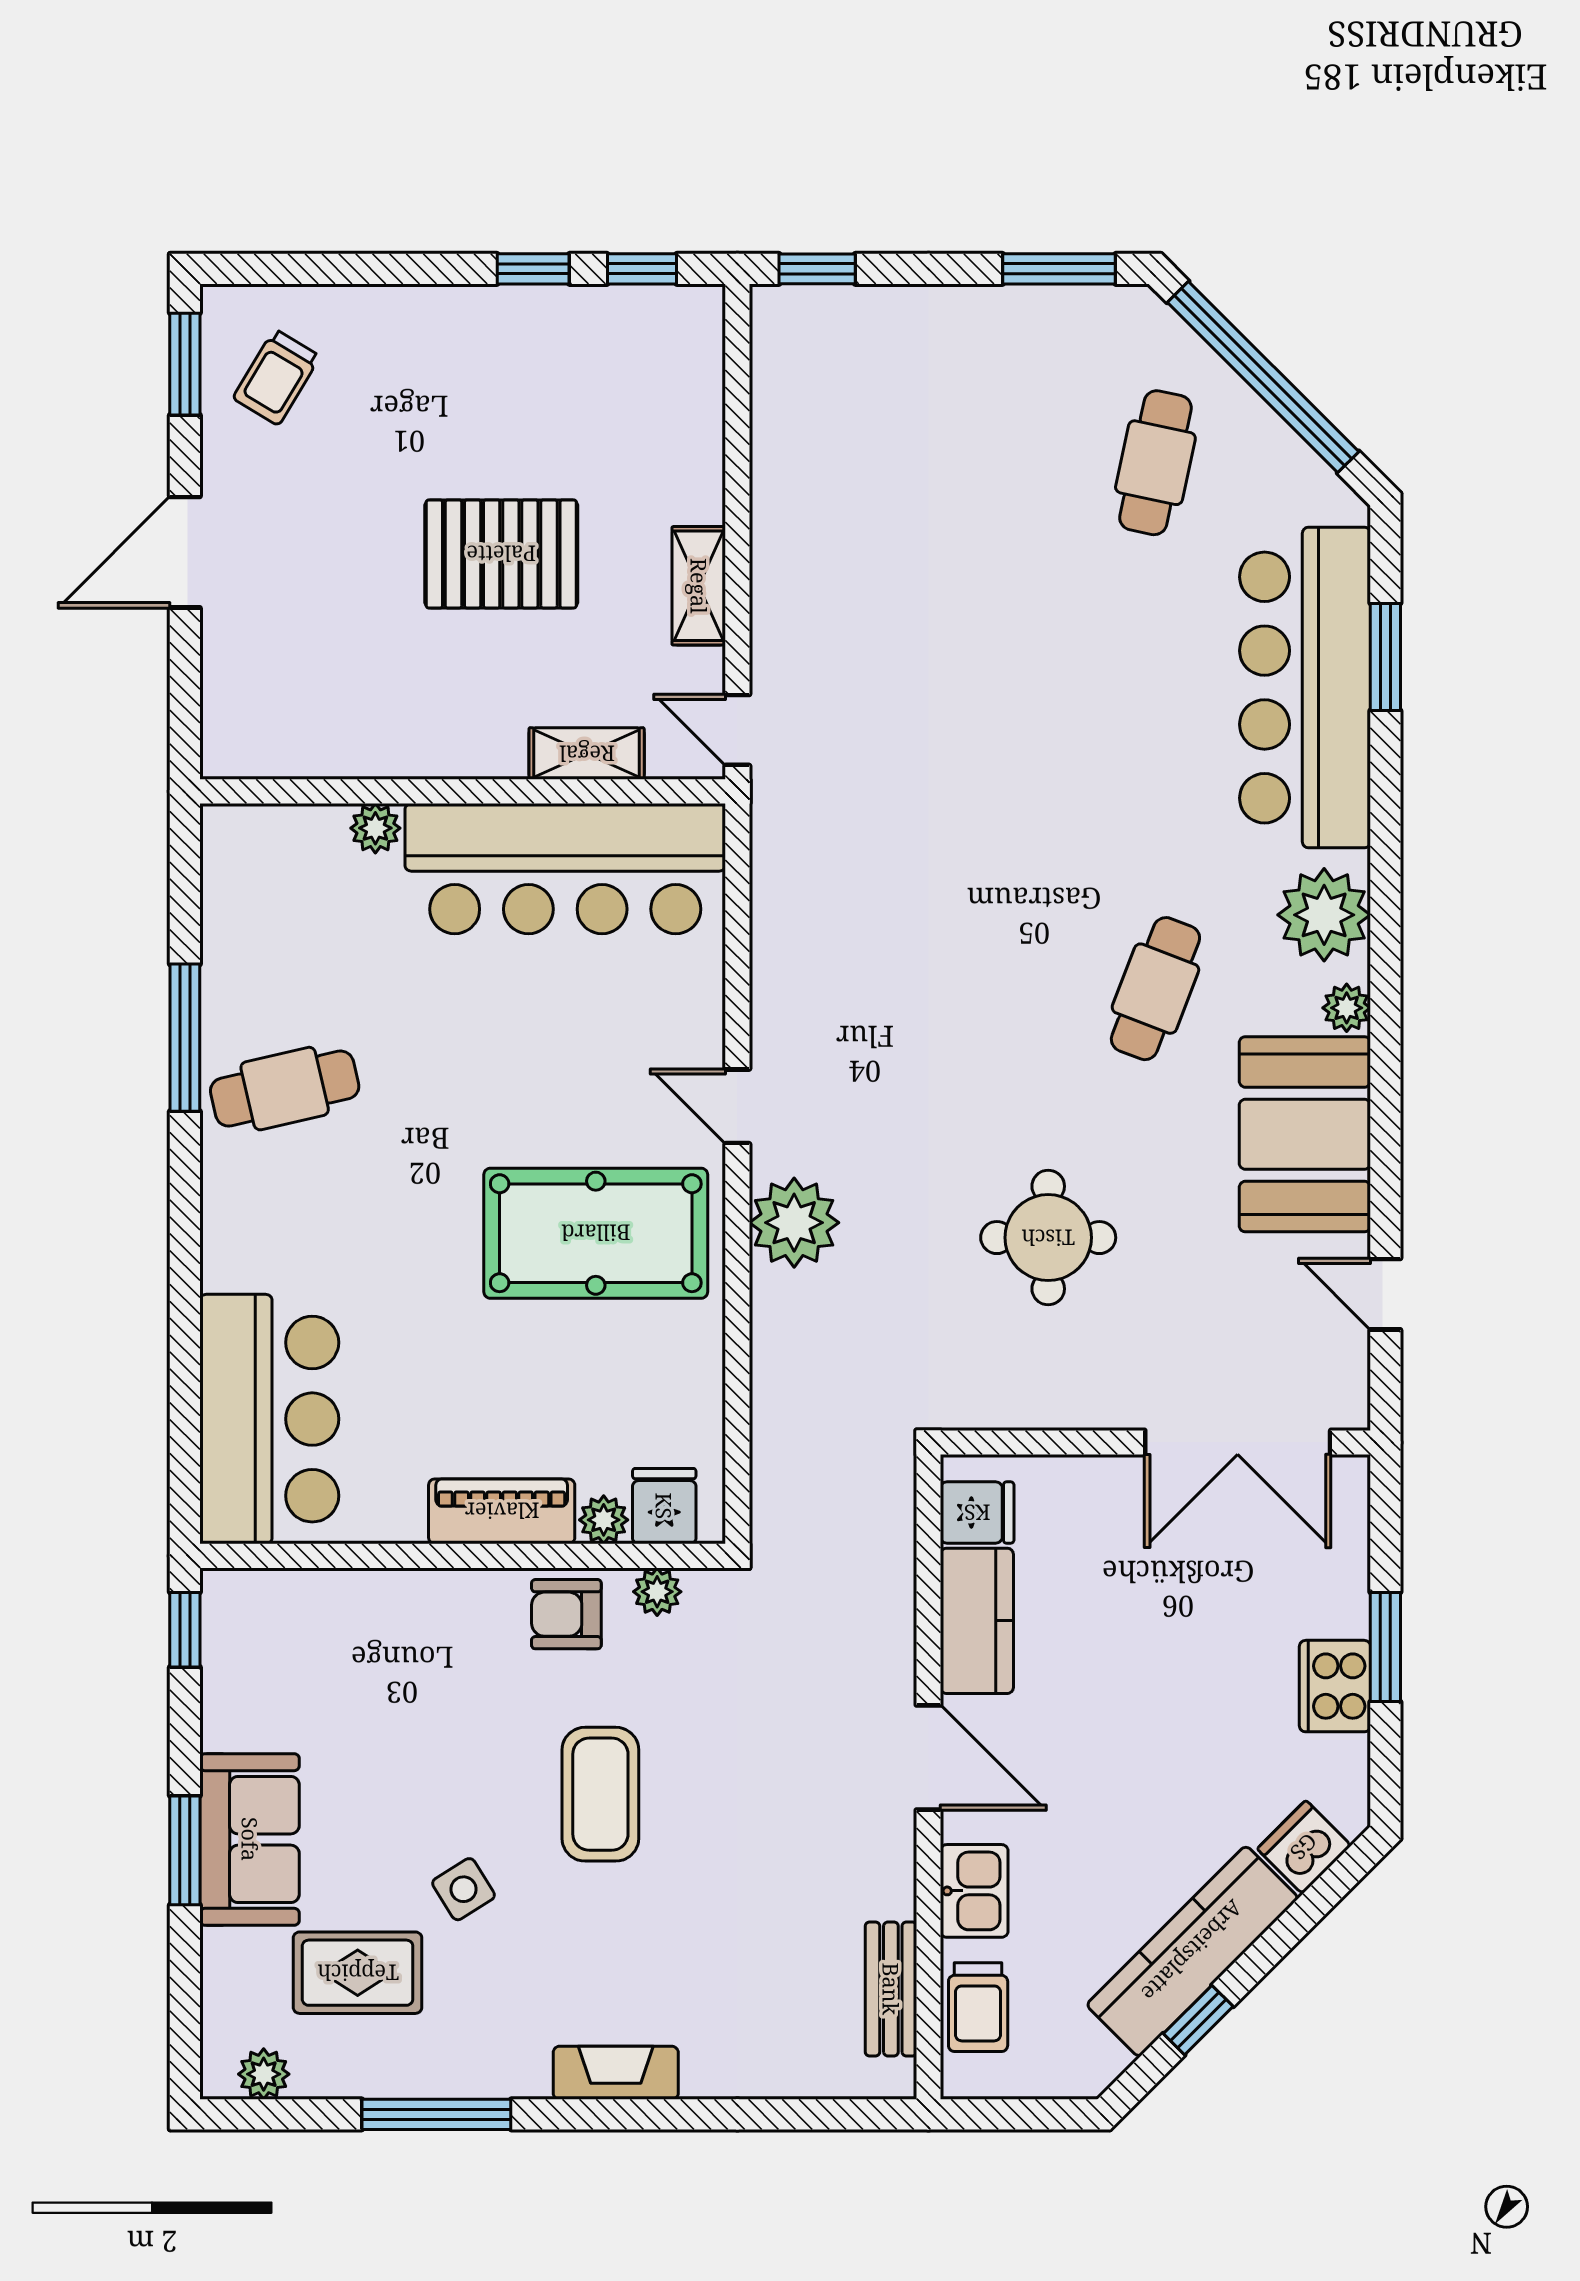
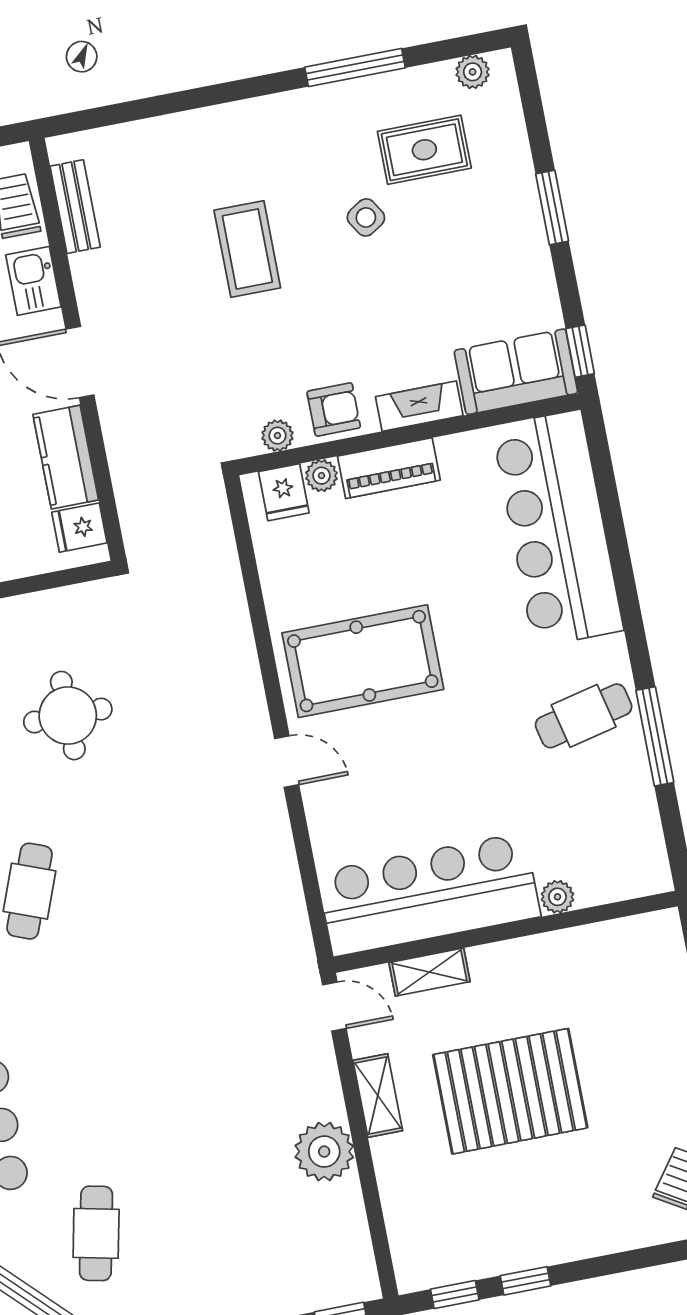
pallet: (501, 554) -> (510, 1091), width x1.37, depth x1.41
plant: (794, 1223) -> (324, 1152), moved
bar counter: (269, 1419) -> (558, 528), width x1.36
coffee table: (600, 1794) -> (247, 249), moved
sofa: (250, 1839) -> (516, 372), moved, turned 90
fireplace: (616, 2073) -> (419, 406), moved, turned 180

